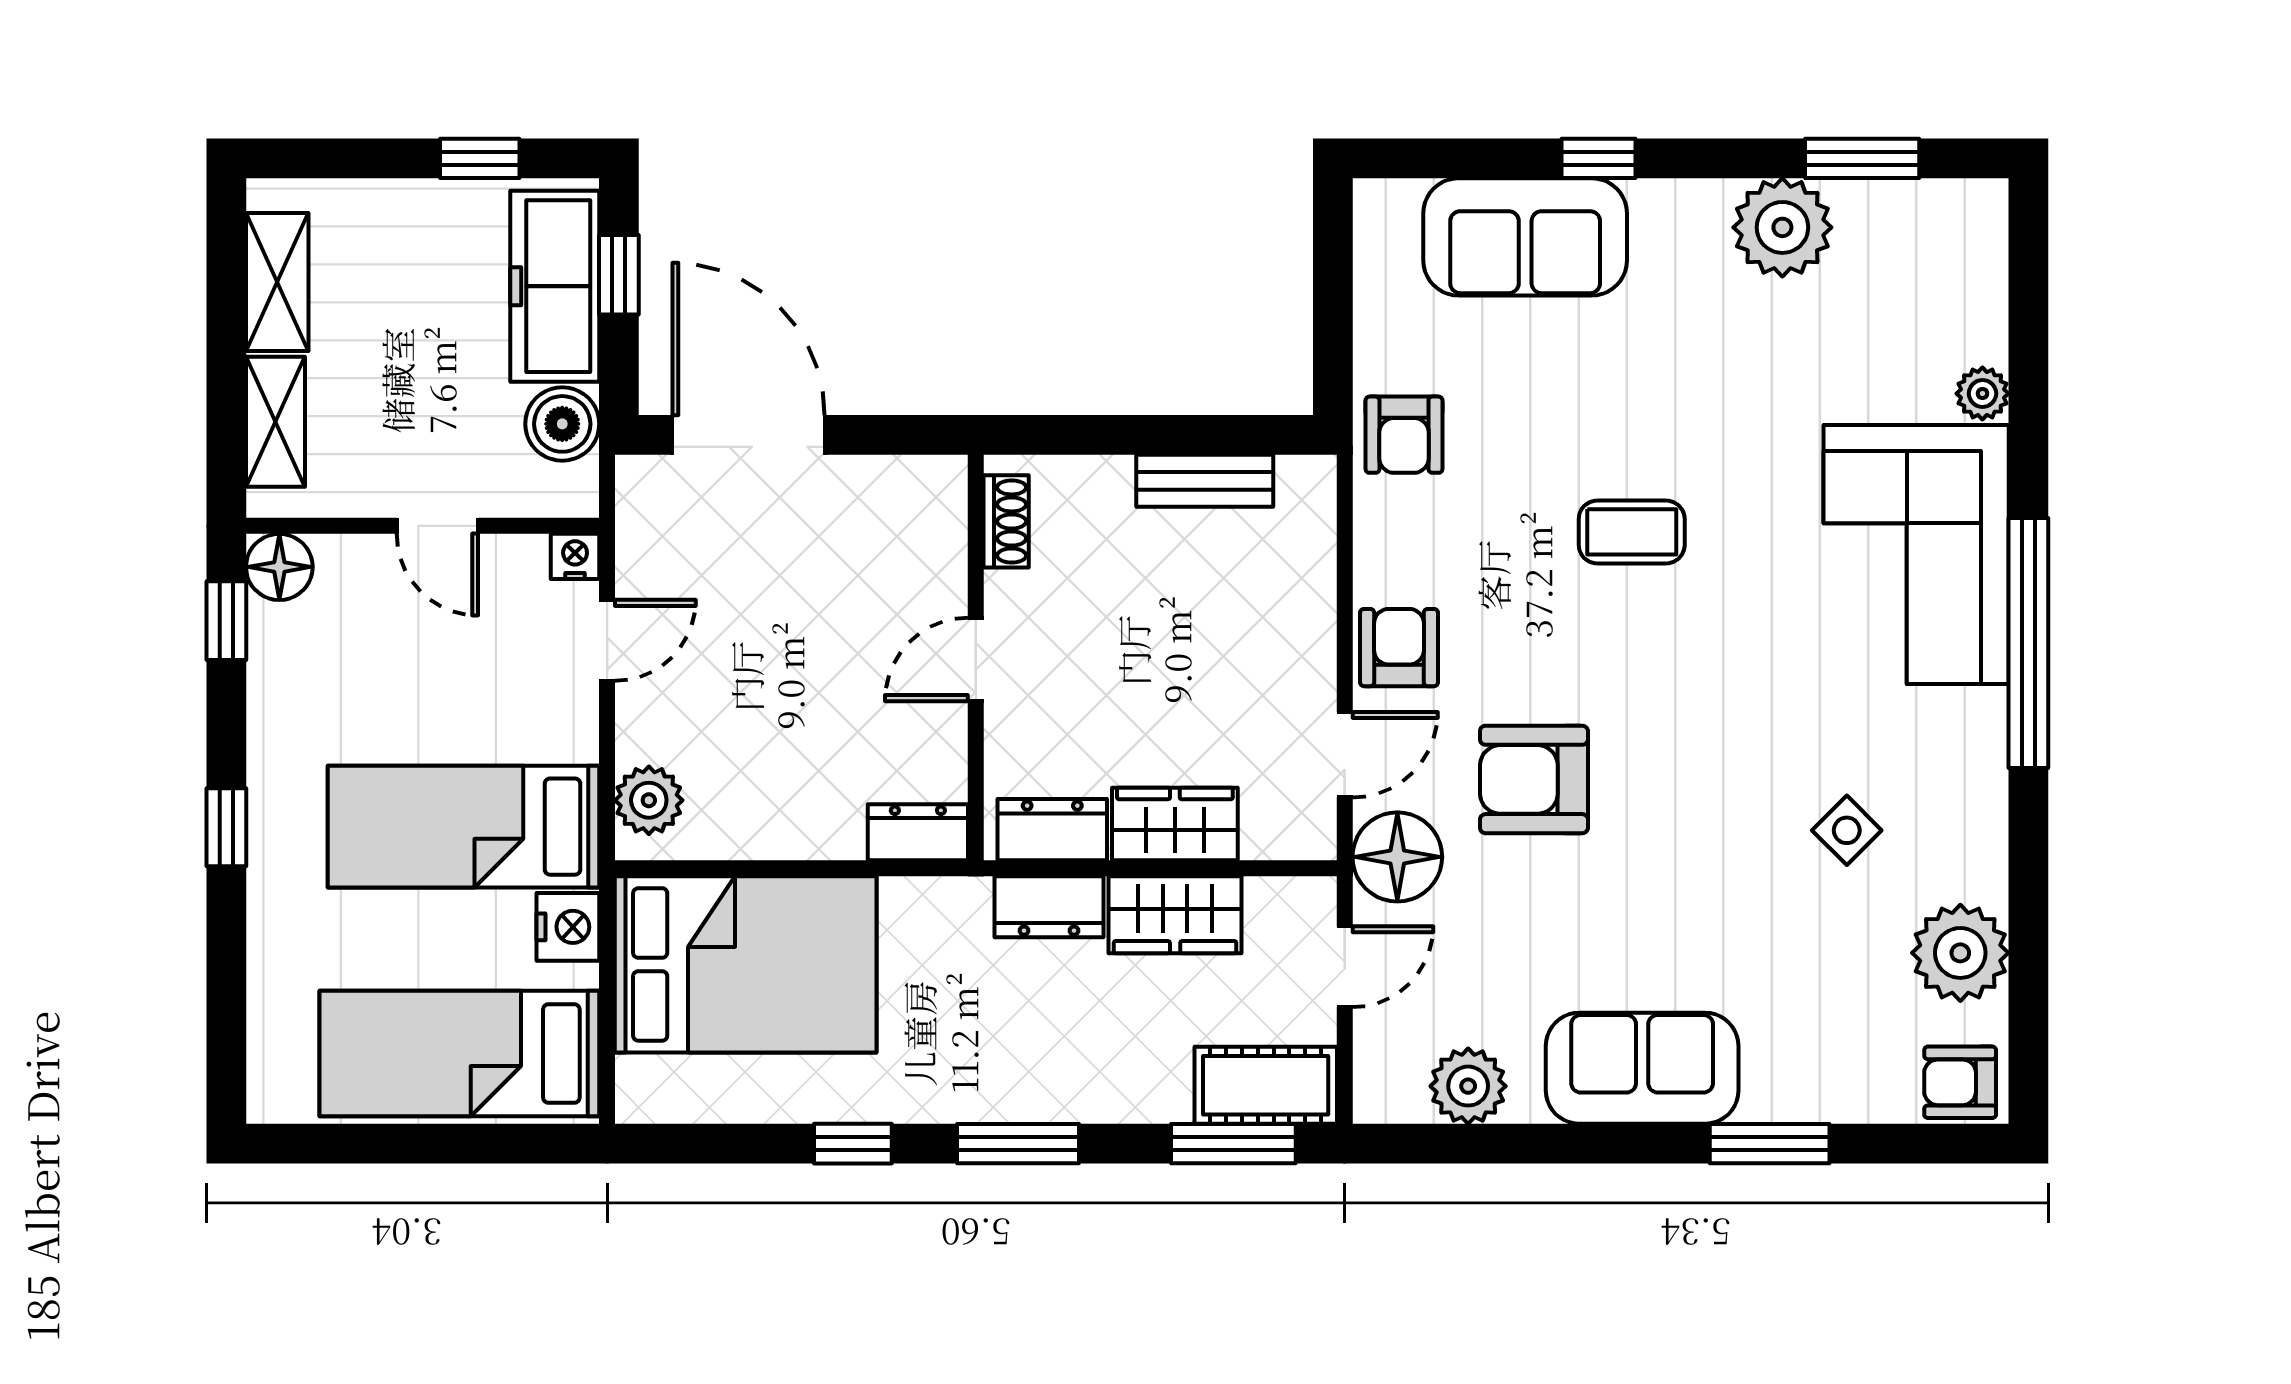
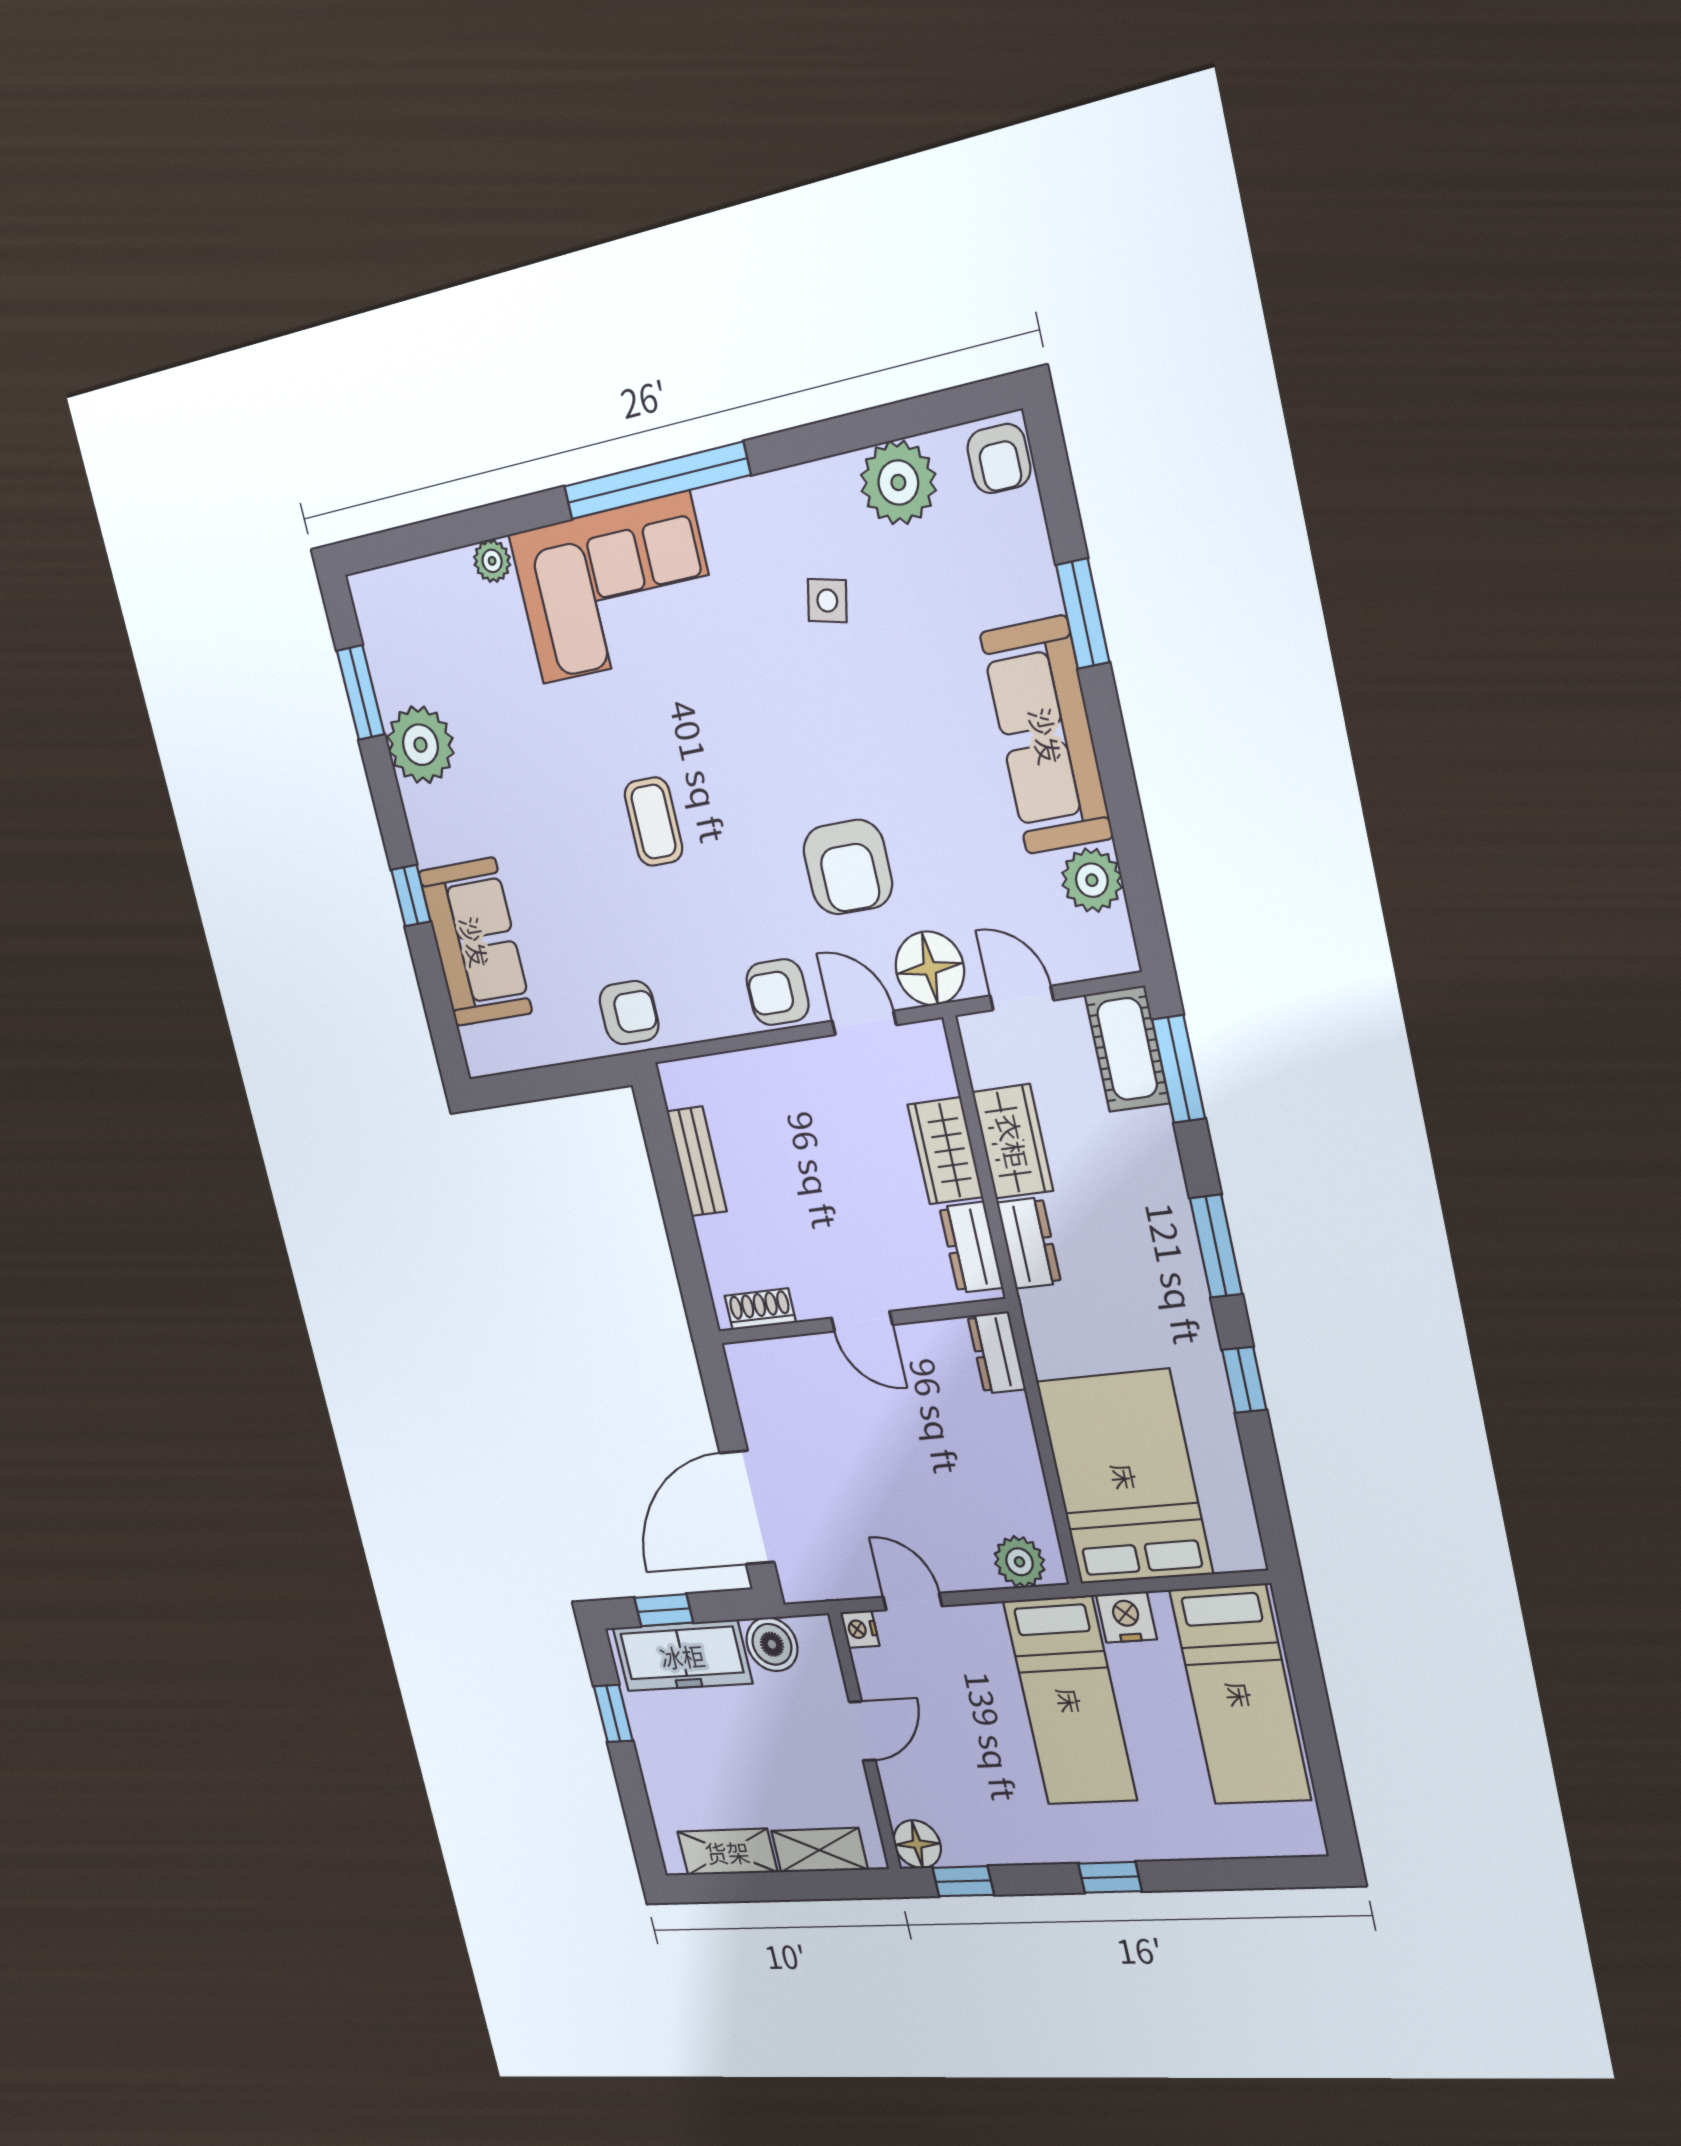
side table: (1847, 830) -> (827, 601), turned -32
sofa: (1642, 1068) -> (1046, 736), width x1.36

